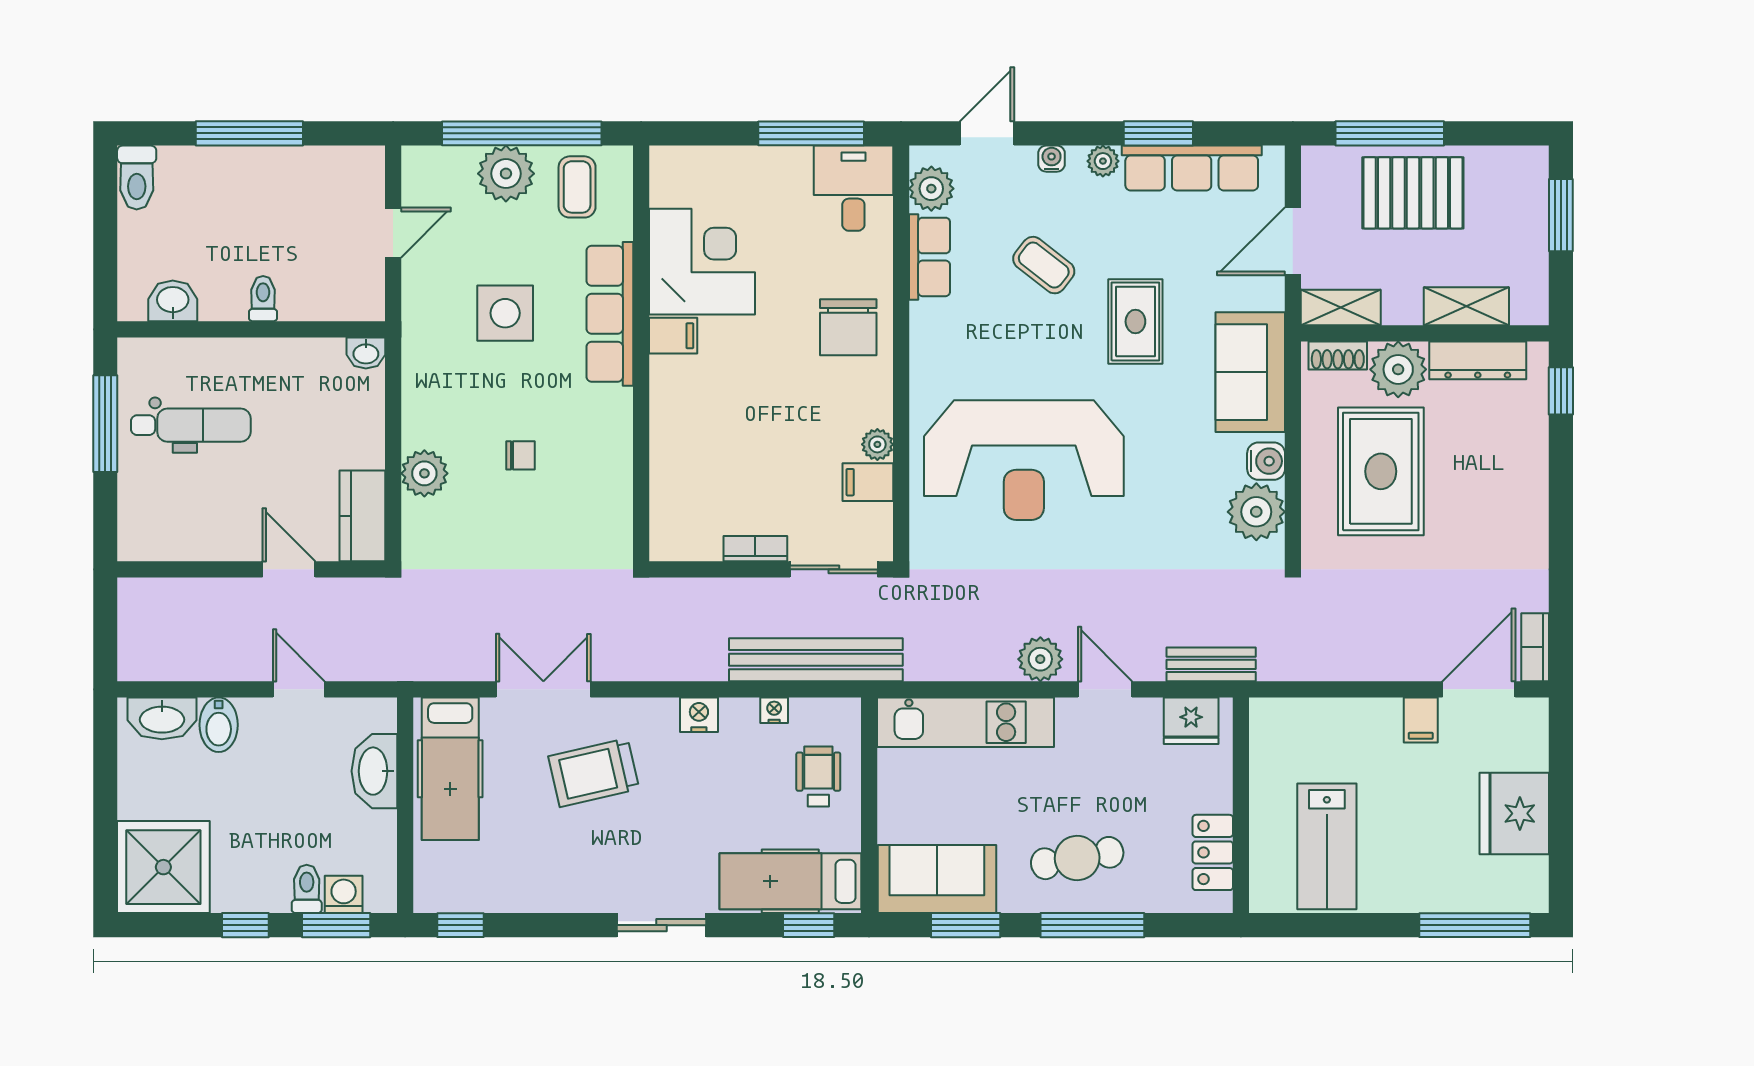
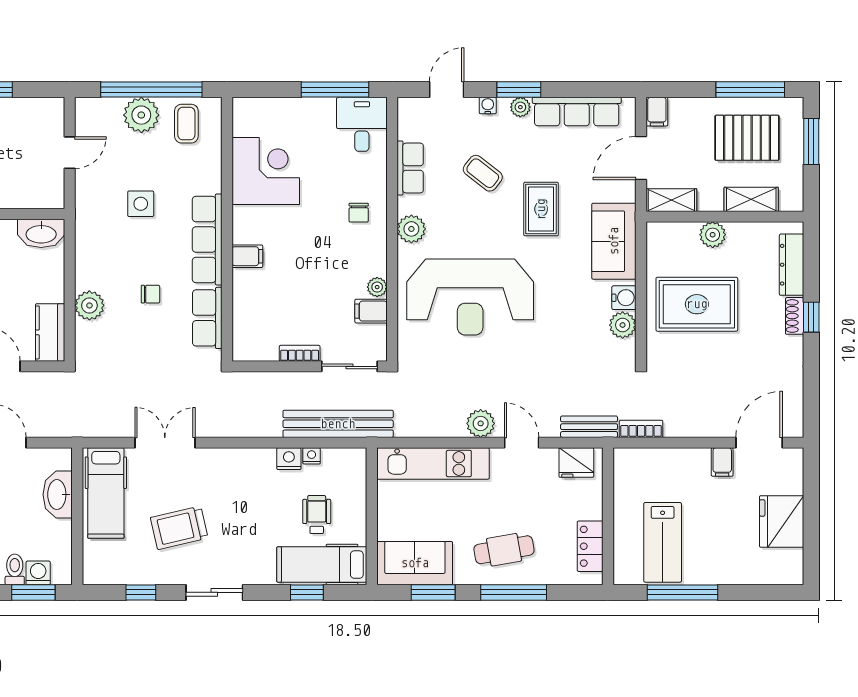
window: (1158, 133) -> (519, 90), moved
window: (1390, 133) -> (750, 90), moved
filing cabinet: (1318, 168) -> (657, 112), added
plant: (931, 189) -> (411, 229), moved
pallet: (1413, 193) -> (747, 138), moved
side table: (505, 313) -> (141, 204), width x0.73, depth x0.73
row of seats: (610, 314) -> (207, 239), moved
chair: (848, 327) -> (359, 213), width x0.54, depth x0.54
filing cabinet: (673, 336) -> (247, 256), moved
washbasin: (366, 353) -> (41, 233), width x1.91, depth x1.45
shoe rack: (1338, 356) -> (795, 316), moved, turned 90
dresser: (1478, 360) -> (792, 265), moved, turned 90
plant: (1398, 369) -> (713, 235), width x0.73, depth x0.73
window: (1561, 391) -> (811, 317), moved
rug: (1381, 471) -> (697, 304), turned 90
row of seats: (610, 493) -> (207, 318), added
plant: (1256, 512) -> (623, 325), width x0.73, depth x0.73
bookcase: (1535, 647) -> (641, 429), moved, turned 90
nightstand: (699, 715) -> (289, 459), moved
trolley: (594, 773) -> (179, 528), moved
wheelchair: (818, 776) -> (317, 515), moved
window: (461, 925) -> (141, 592), moved
sliding door: (661, 925) -> (214, 592), moved
window: (809, 925) -> (307, 592), moved
window: (1475, 925) -> (683, 592), moved

